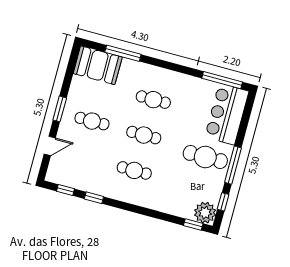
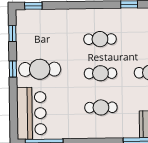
window: (233, 165) -> (13, 69), width x0.46
plant: (205, 213) -> (26, 19), removed

